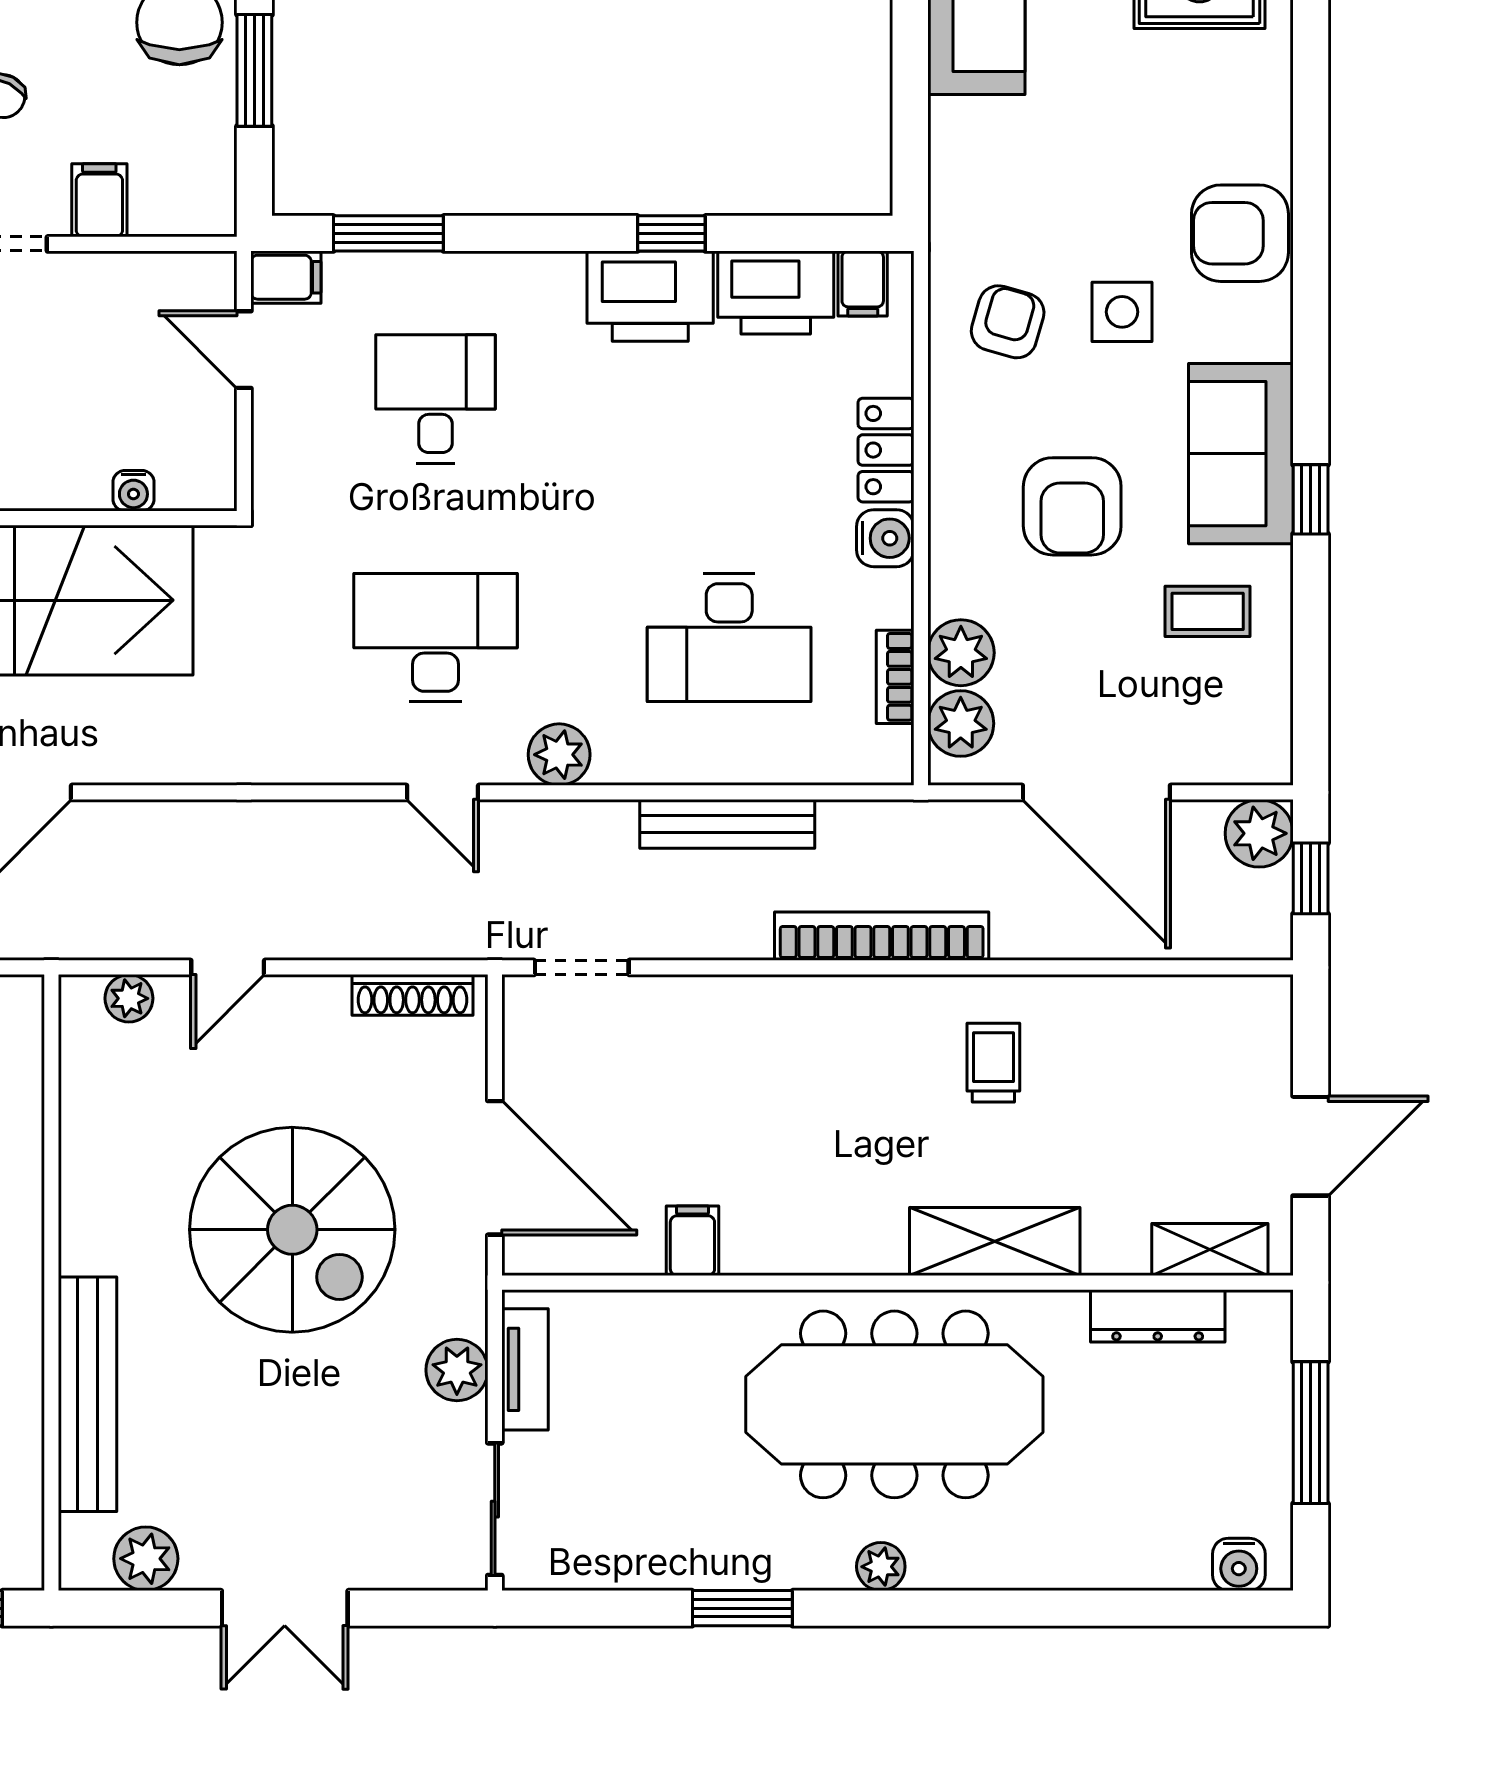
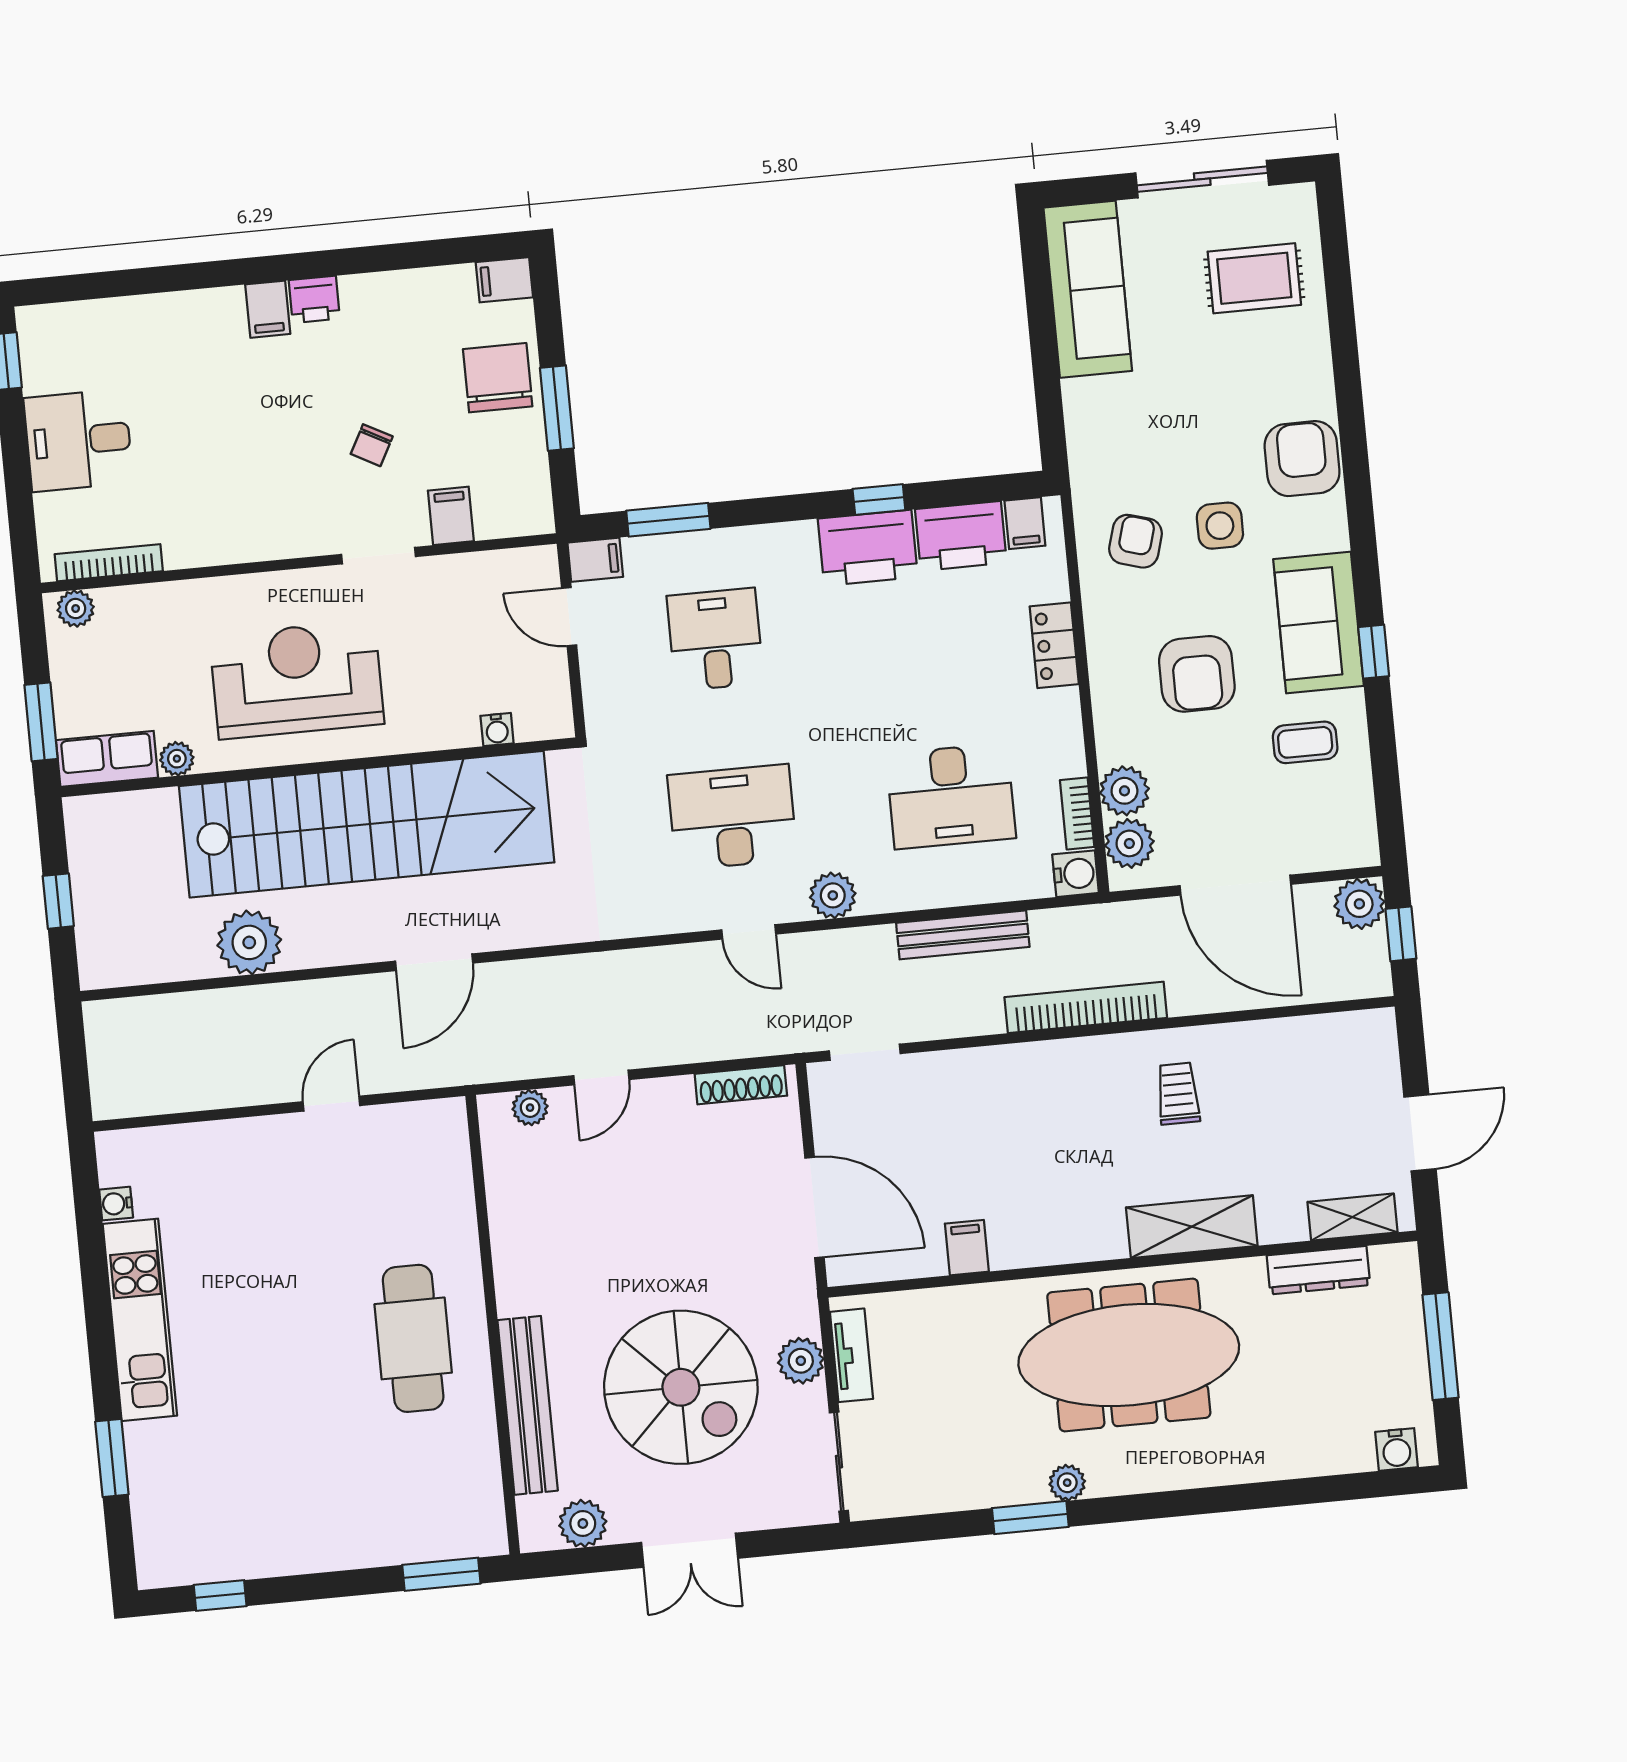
armchair: (1240, 233) -> (1302, 459), turned 90
water cooler: (885, 538) -> (1076, 874), moved
spiral stairs: (292, 1230) -> (681, 1387), moved
plant: (881, 1567) -> (1067, 1483), moved

